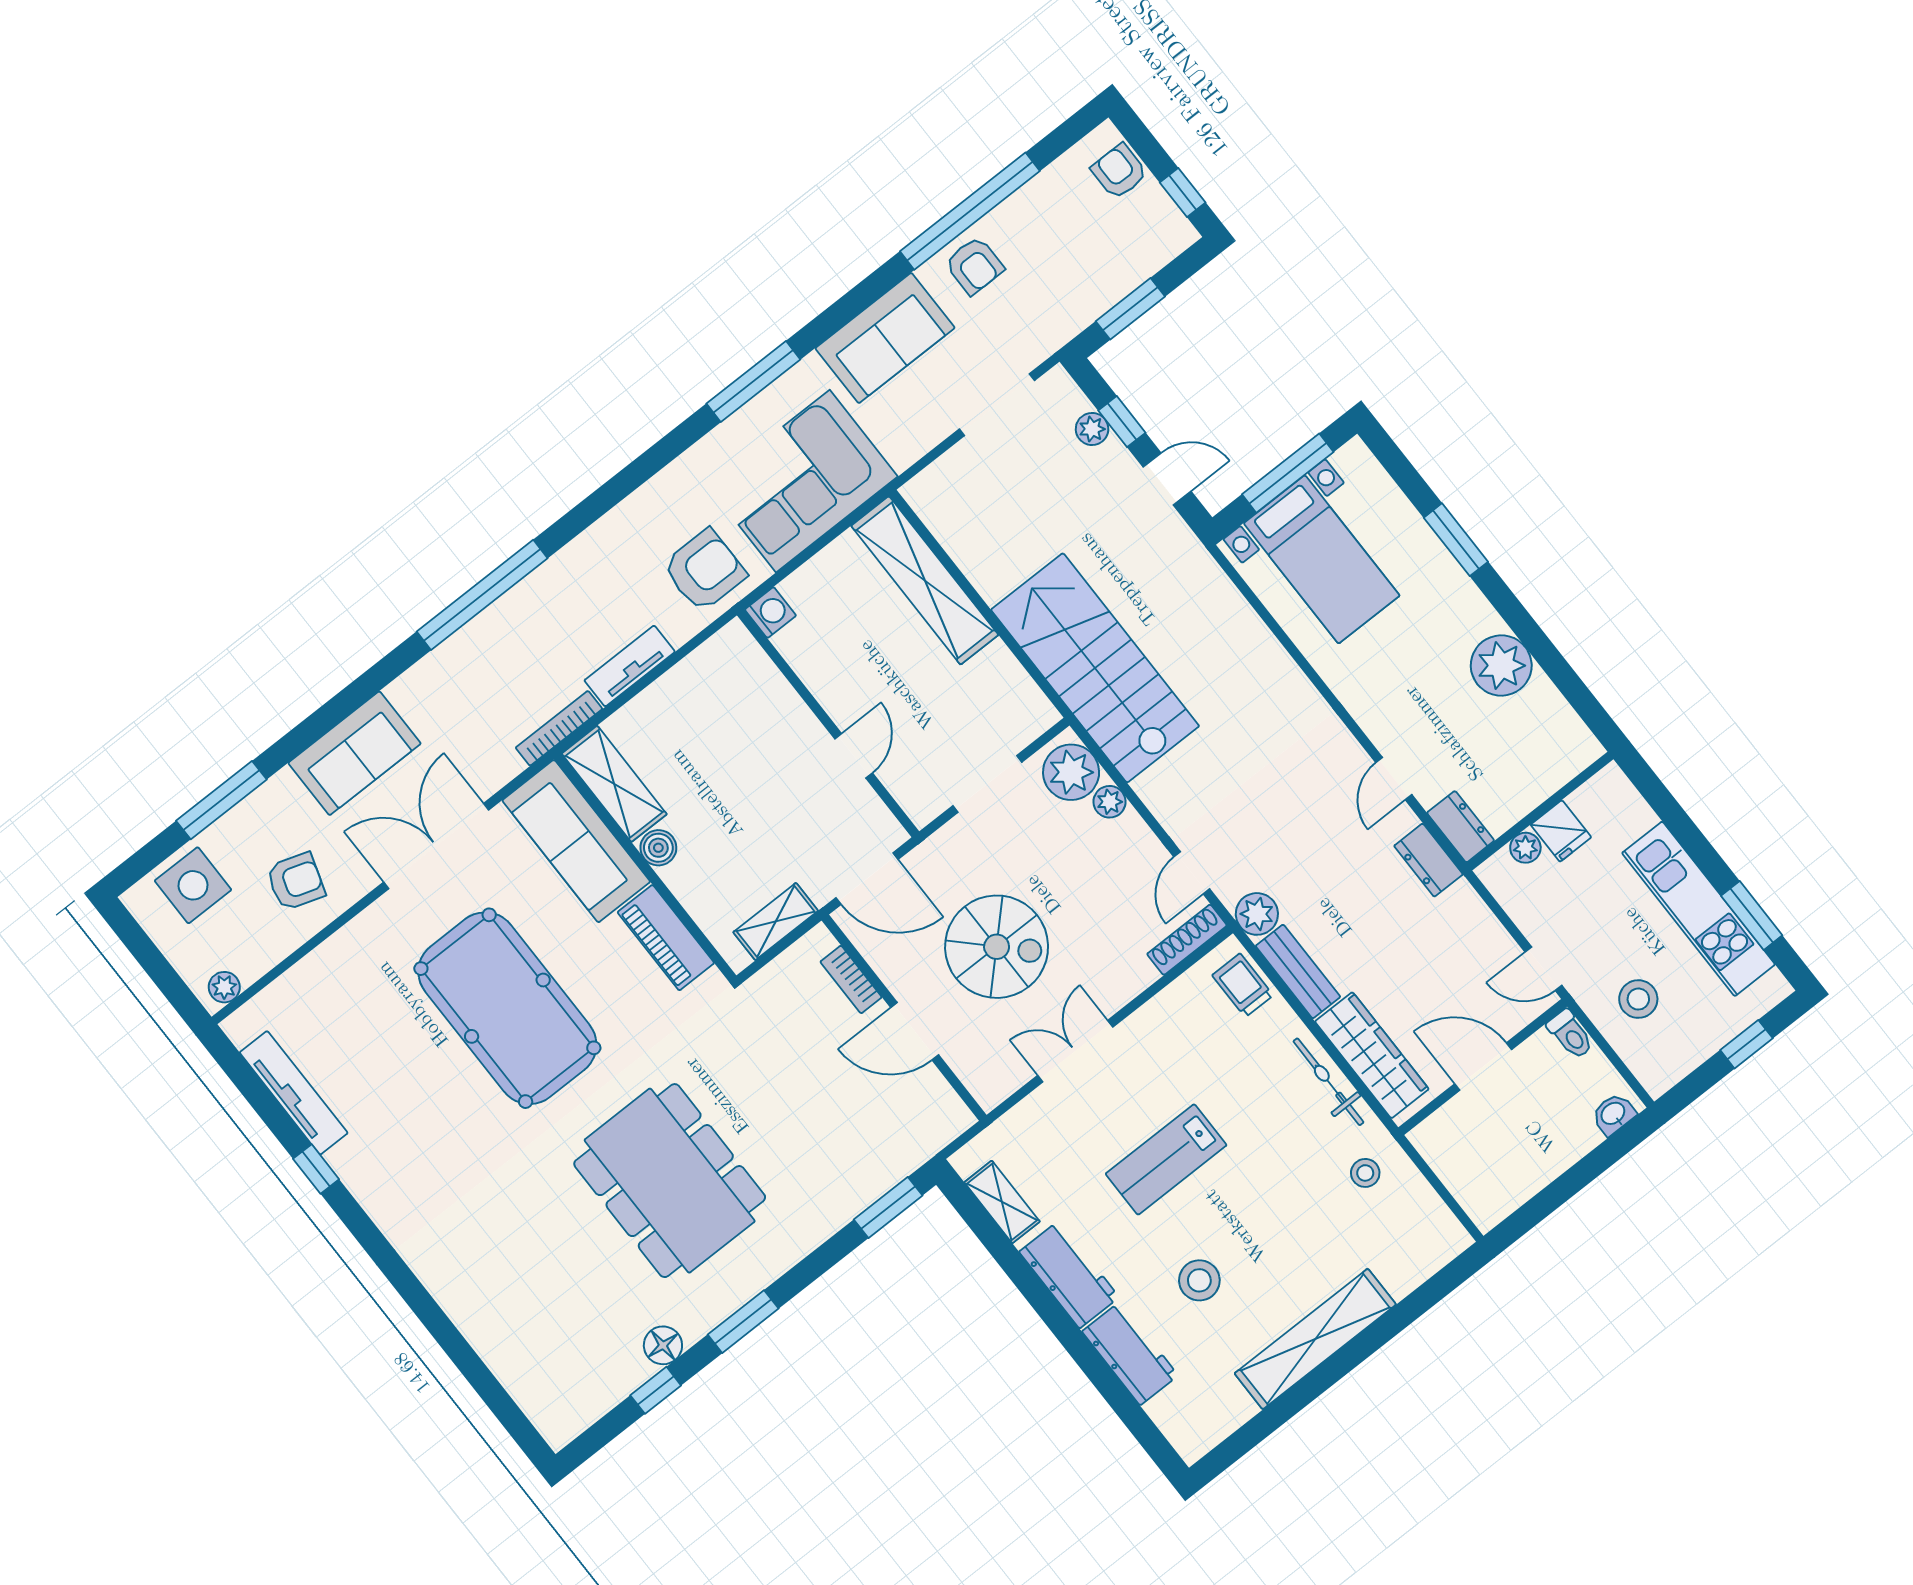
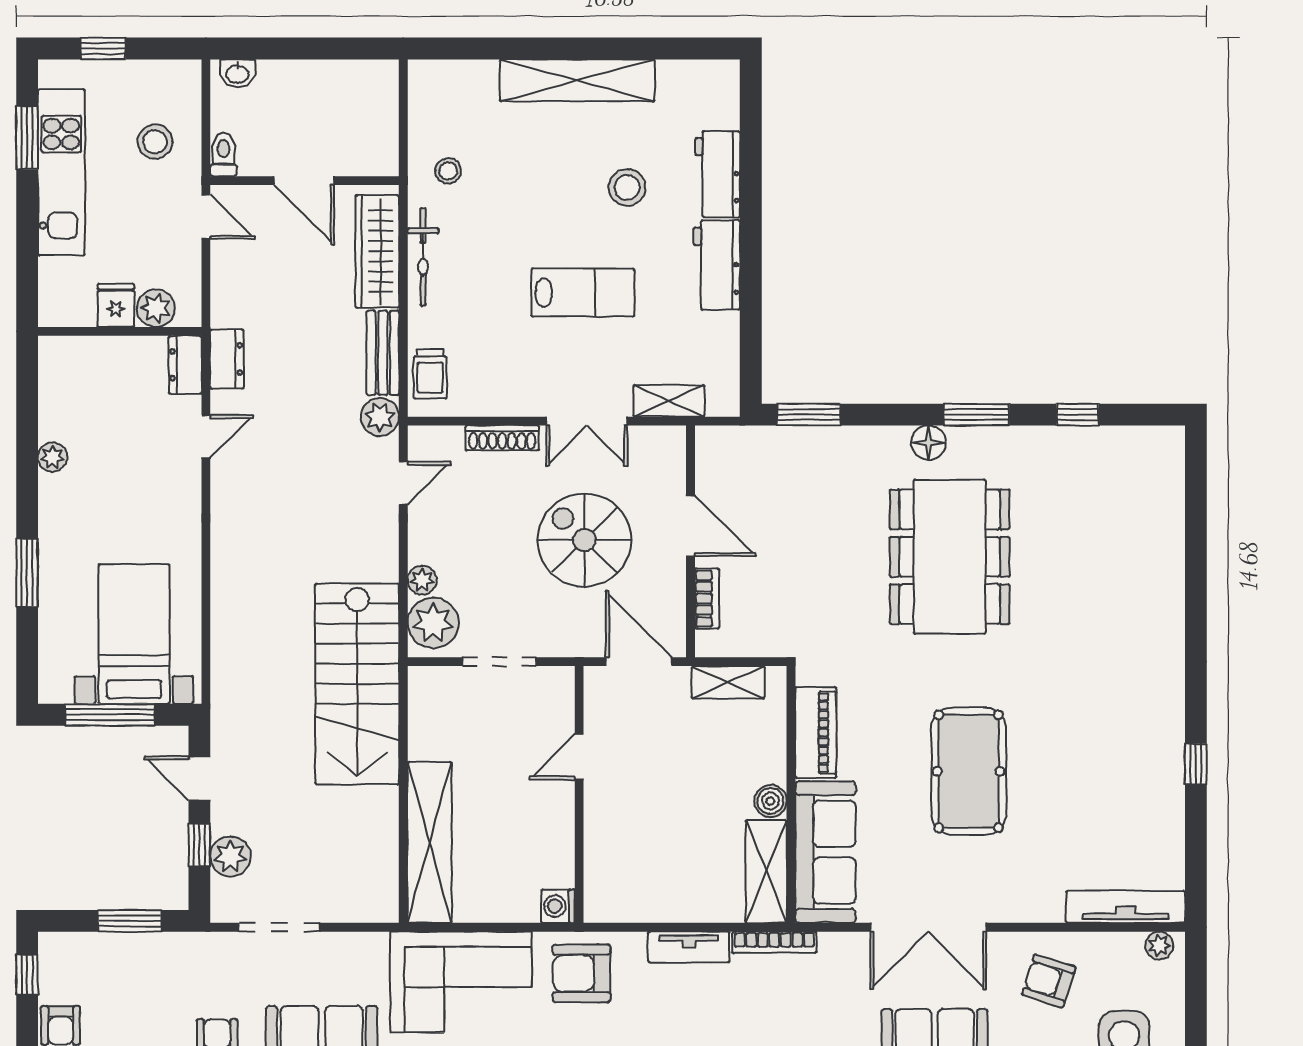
plant: (1092, 429) -> (230, 856), width x1.38, depth x1.38
plant: (1501, 666) -> (53, 457), width x0.53, depth x0.53
plant: (1525, 848) -> (156, 308), width x1.38, depth x1.38
shoe rack: (1187, 940) -> (502, 438), moved
pool table: (507, 1008) -> (969, 771), width x0.73, depth x0.76
tv unit: (294, 1093) -> (1126, 907), moved, turned 90
shelving: (1002, 1202) -> (669, 401), moved, turned 90
floor lamp: (663, 1345) -> (929, 443), moved

